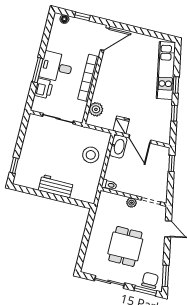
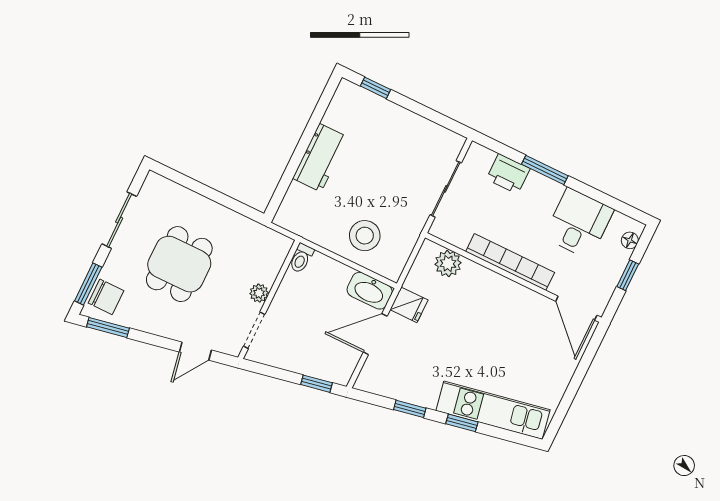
desk: (56, 67) -> (579, 223), moved
dining table: (125, 246) -> (179, 264), turned 90

